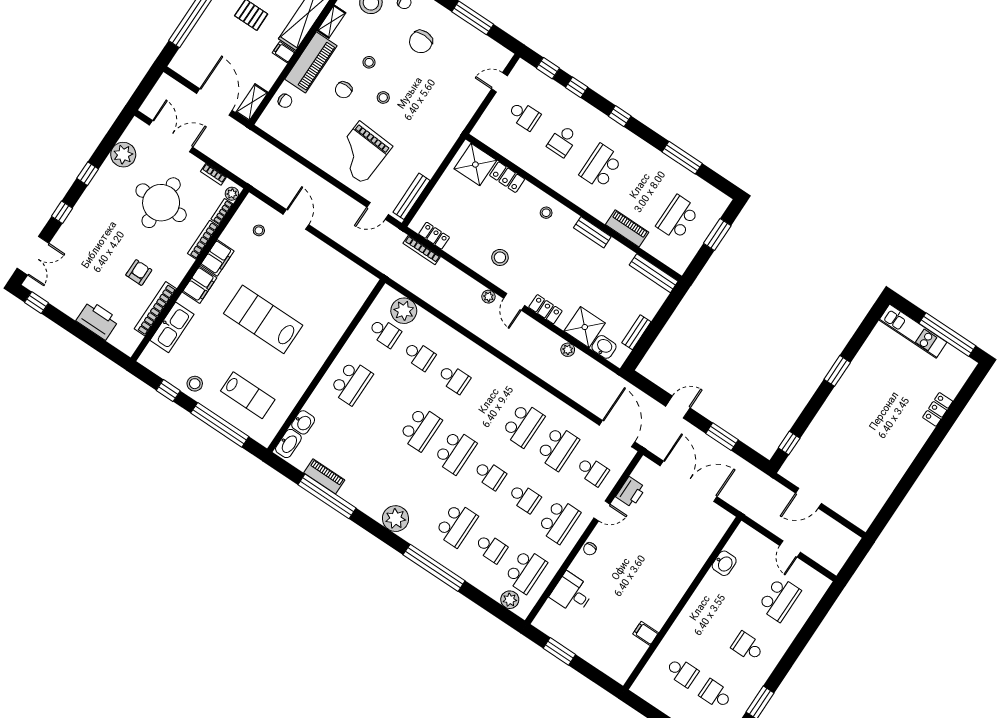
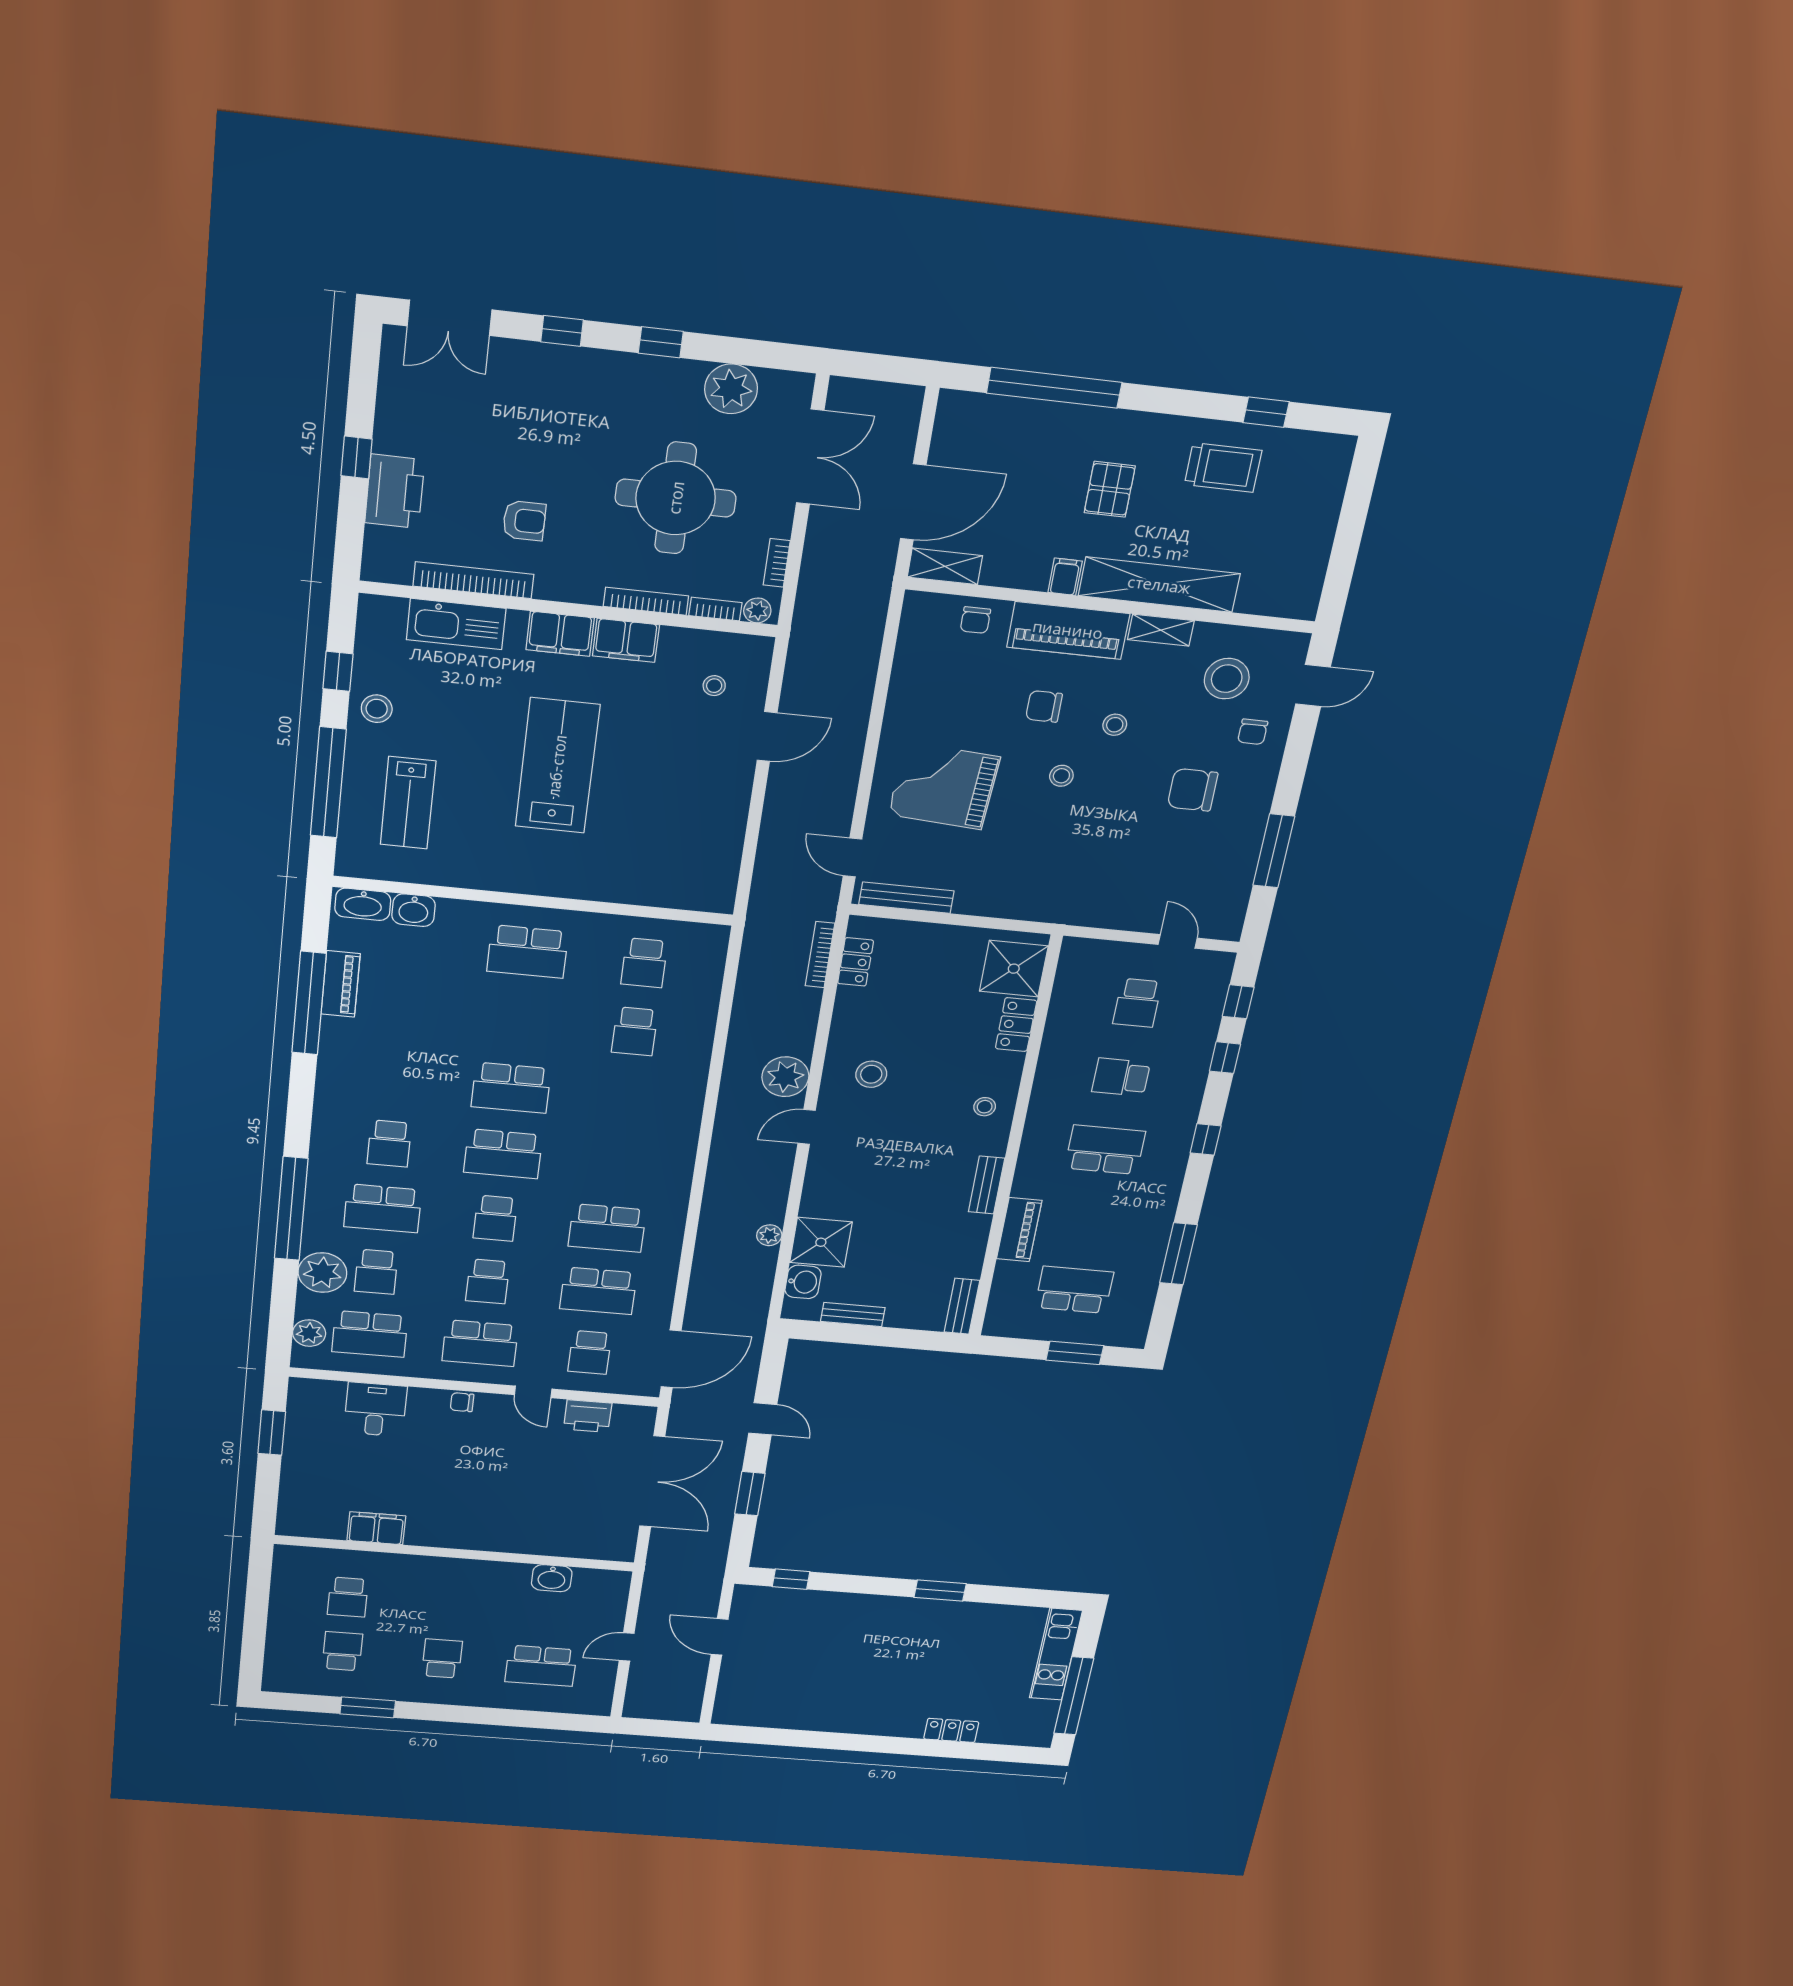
bench: (654, 273) -> (962, 1306), width x0.73
plant: (488, 297) -> (785, 1077), width x1.88, depth x1.88
window: (36, 303) -> (357, 457), moved
locker: (545, 309) -> (820, 1176), removed
plant: (404, 311) -> (699, 975), removed
school desk: (454, 379) -> (389, 1144), moved
plant: (395, 519) -> (322, 1273), moved
filing cabinet: (646, 633) -> (376, 1528), width x2.00

